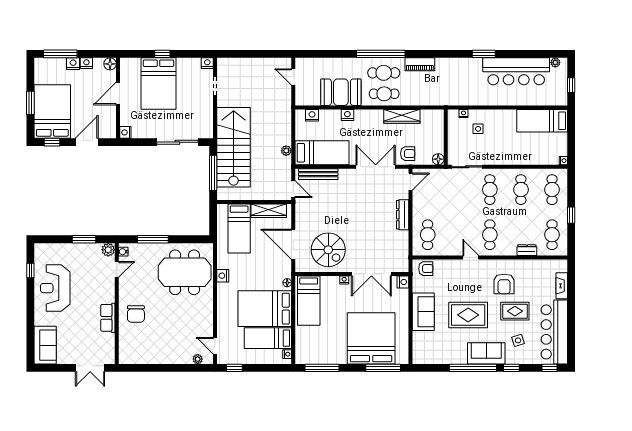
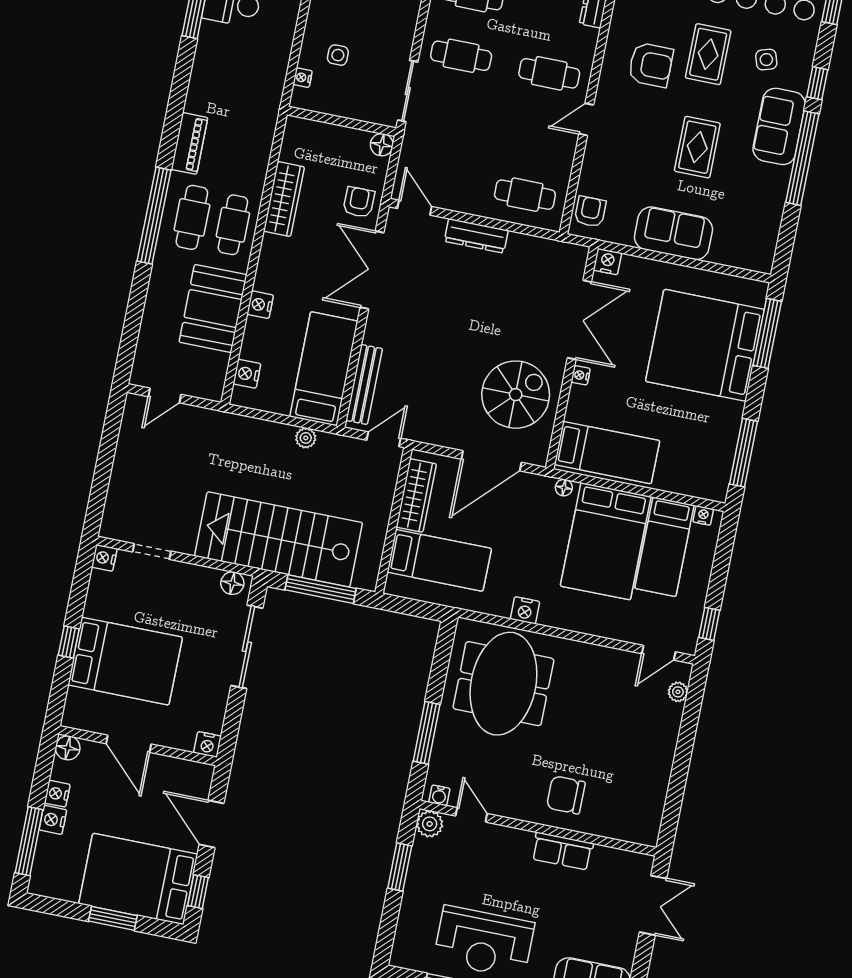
floor lamp: (207, 129) -> (232, 583), added
chair: (136, 314) -> (566, 795), turned 180
rug: (468, 315) -> (697, 147), width x0.73, depth x0.70

